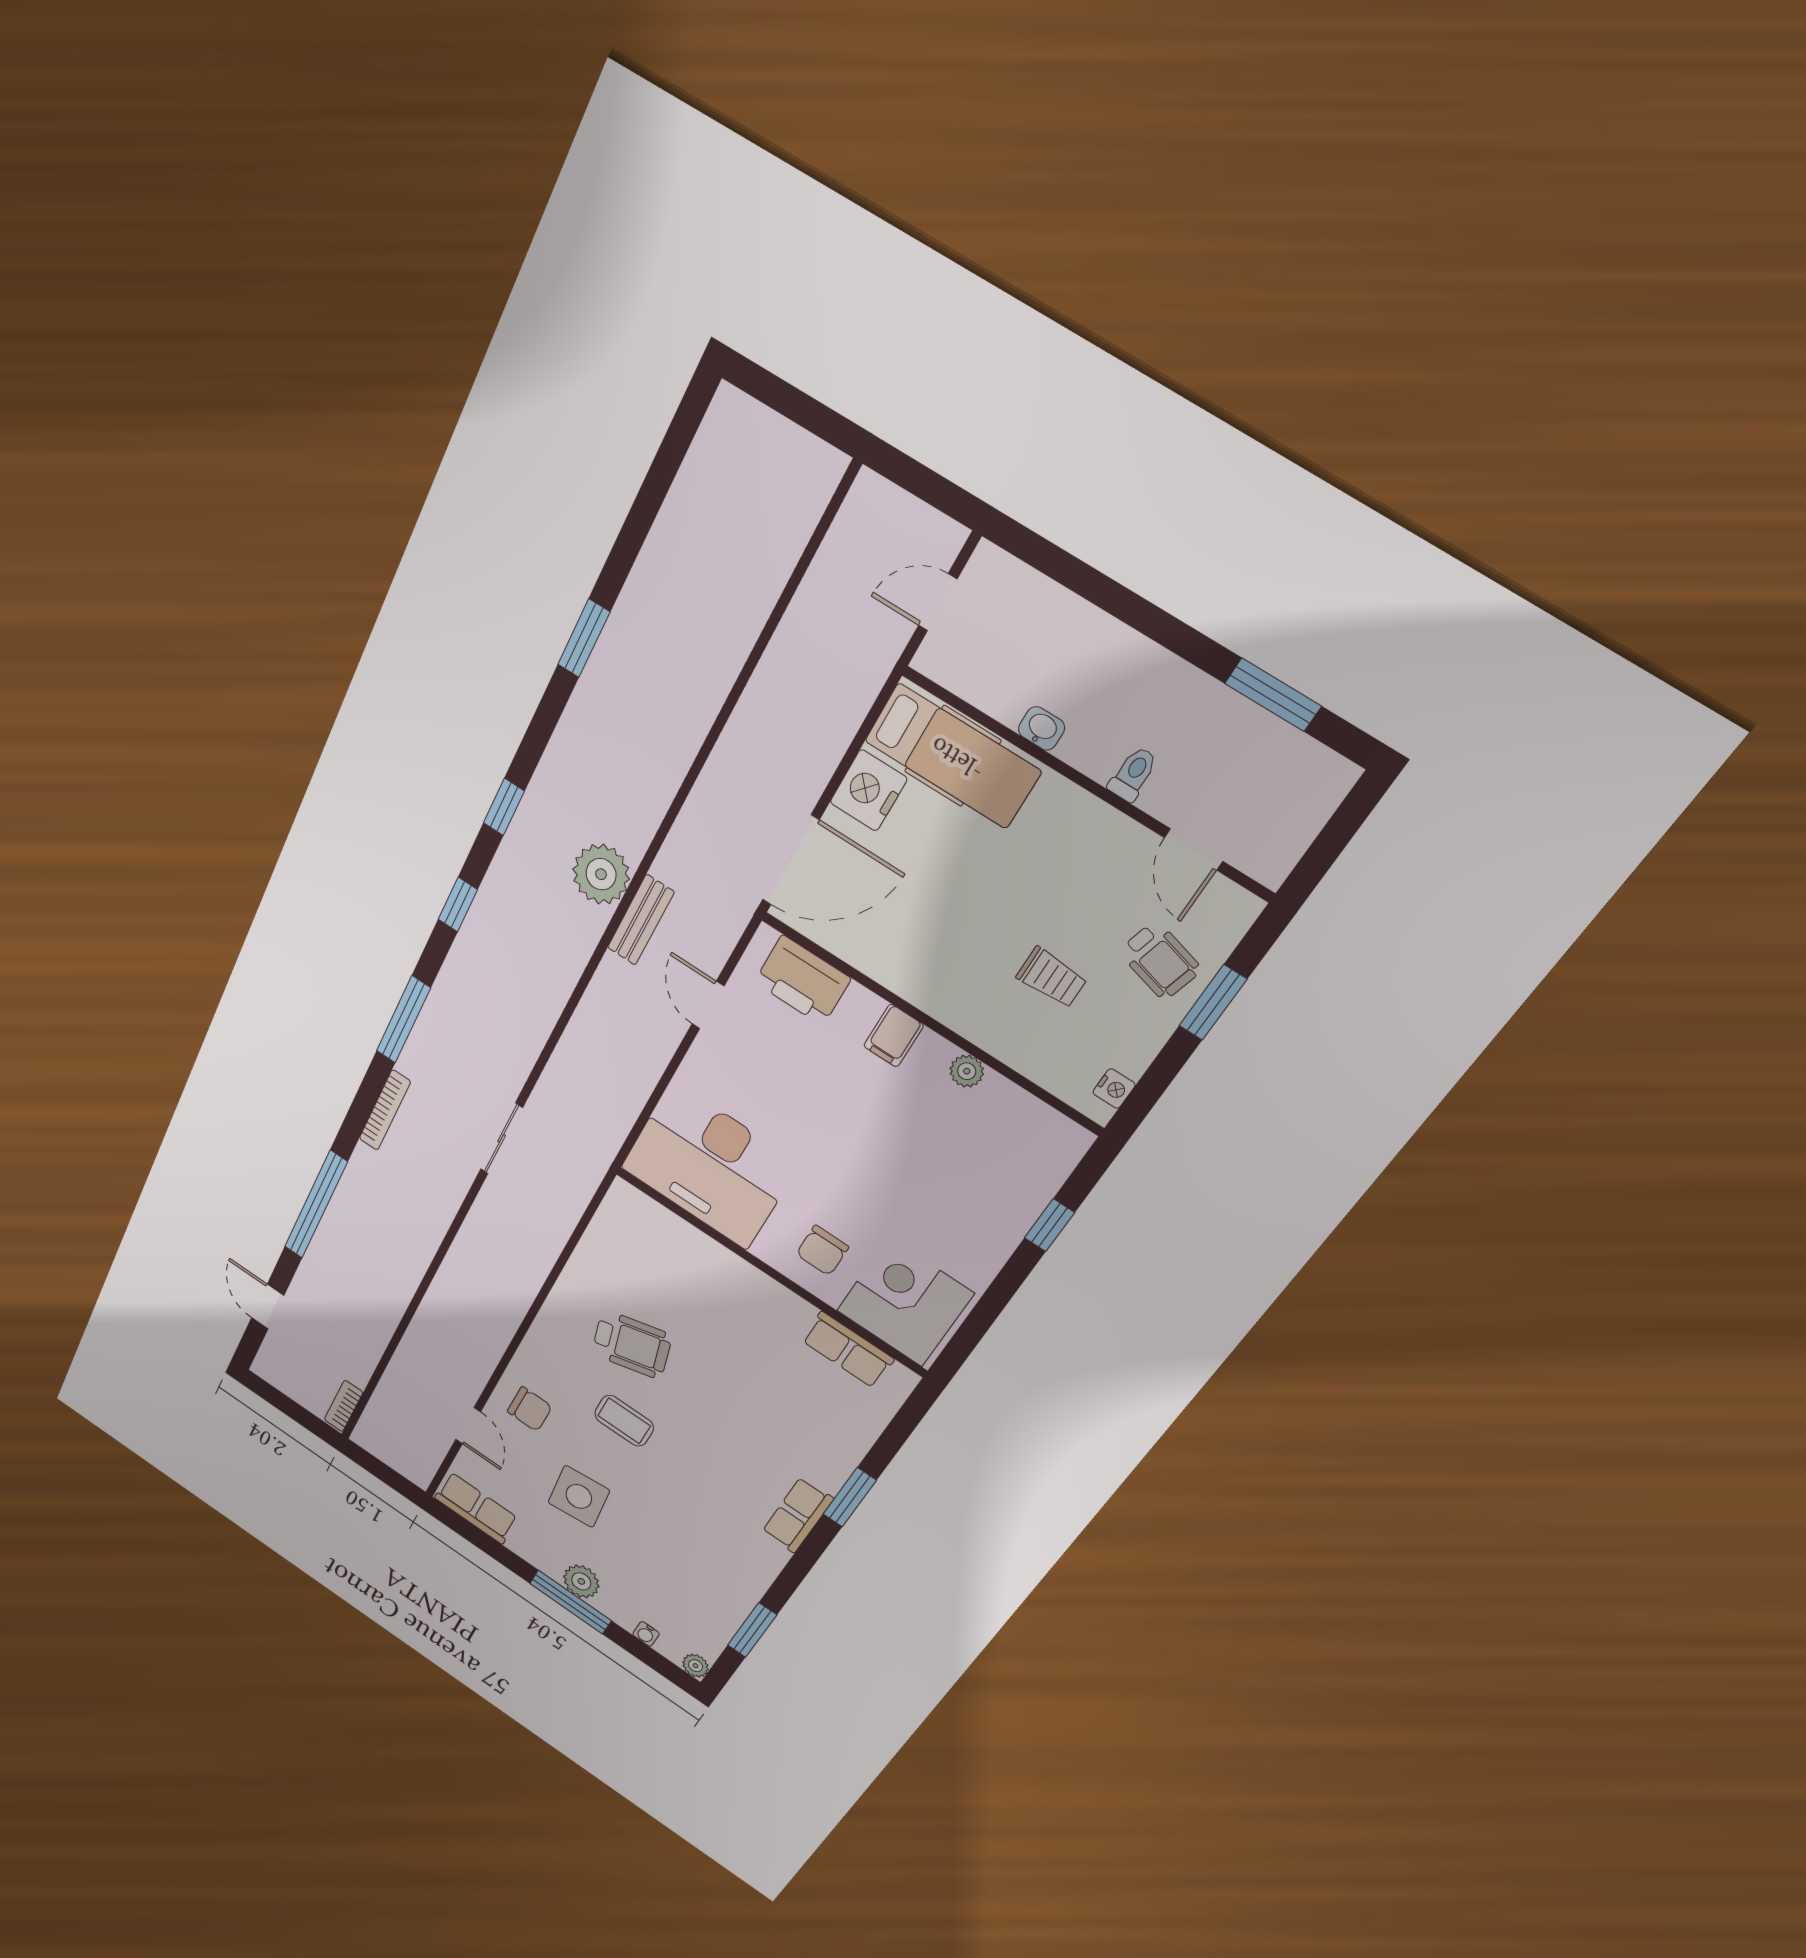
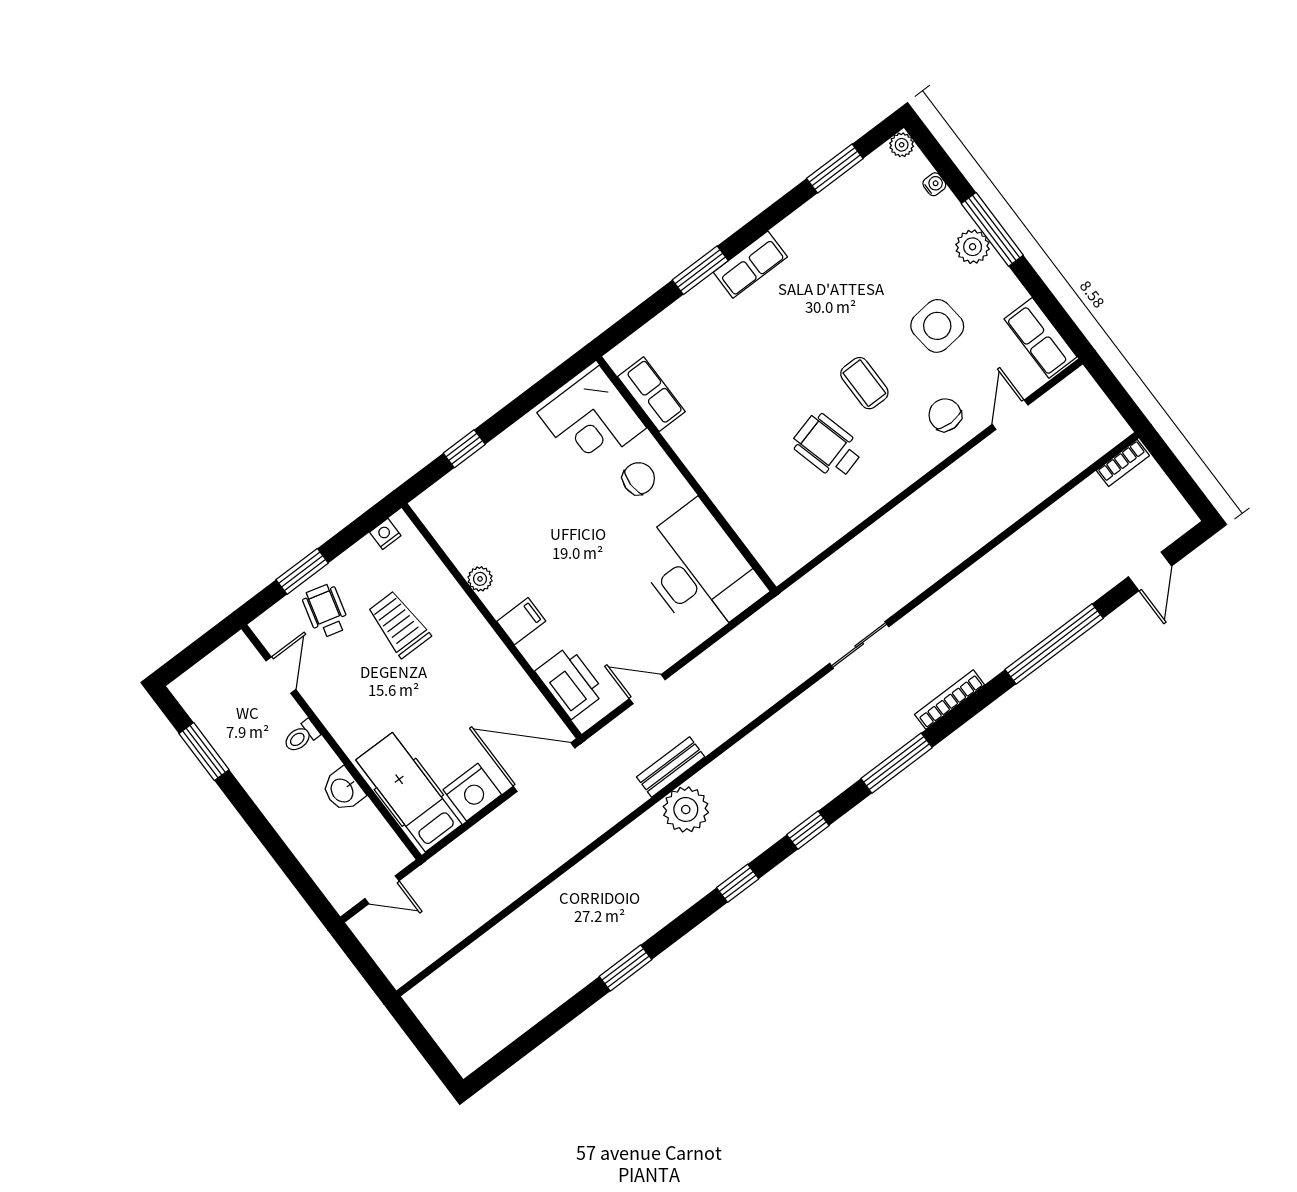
washbasin: (1041, 728) -> (343, 790), width x1.38, depth x1.45
trolley: (1052, 978) -> (399, 624), width x1.36, depth x1.39
door: (708, 1005) -> (647, 689), swing flipped

